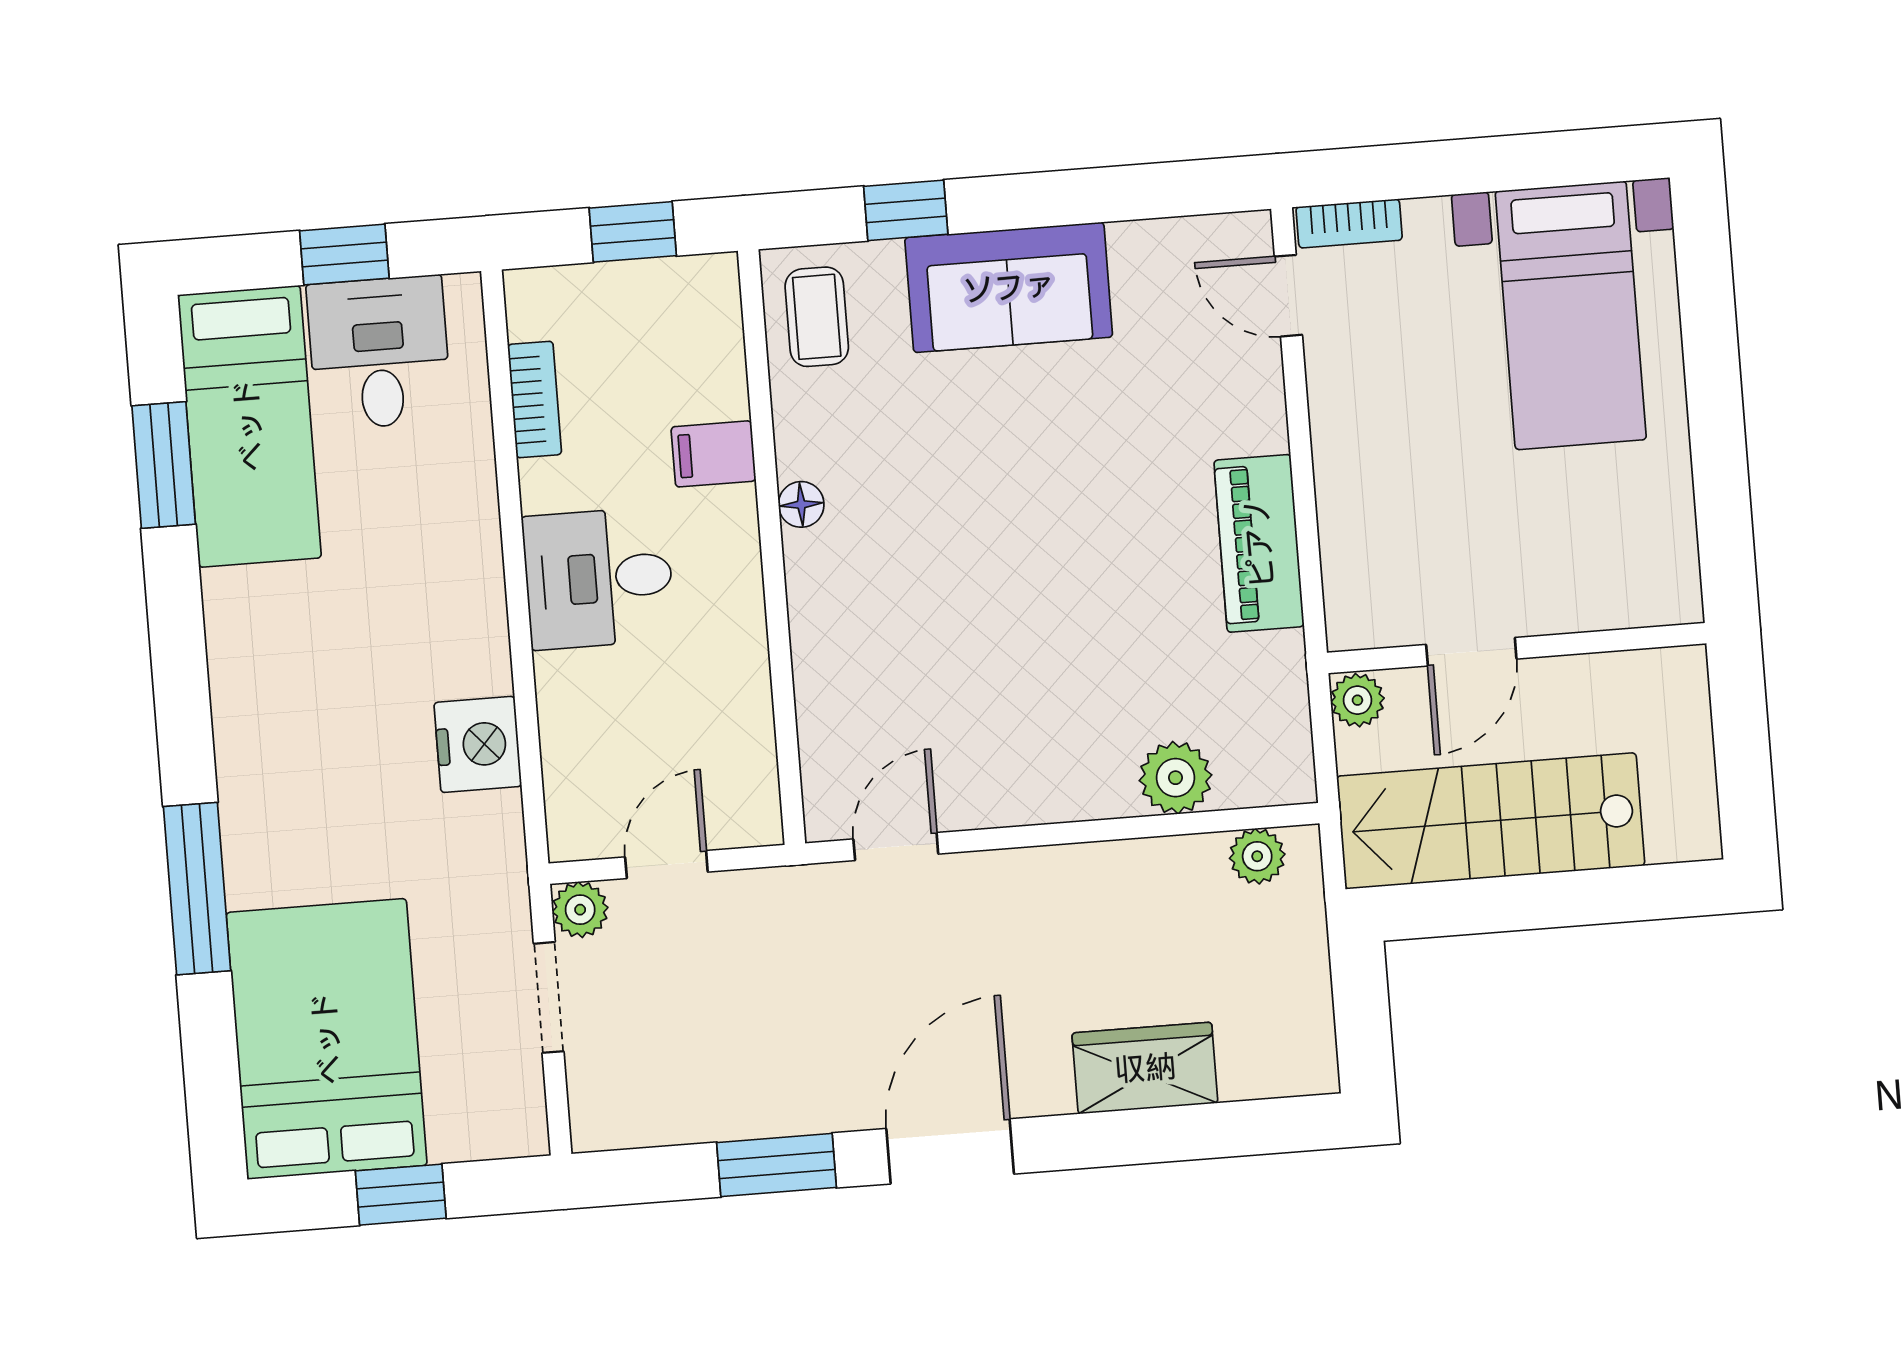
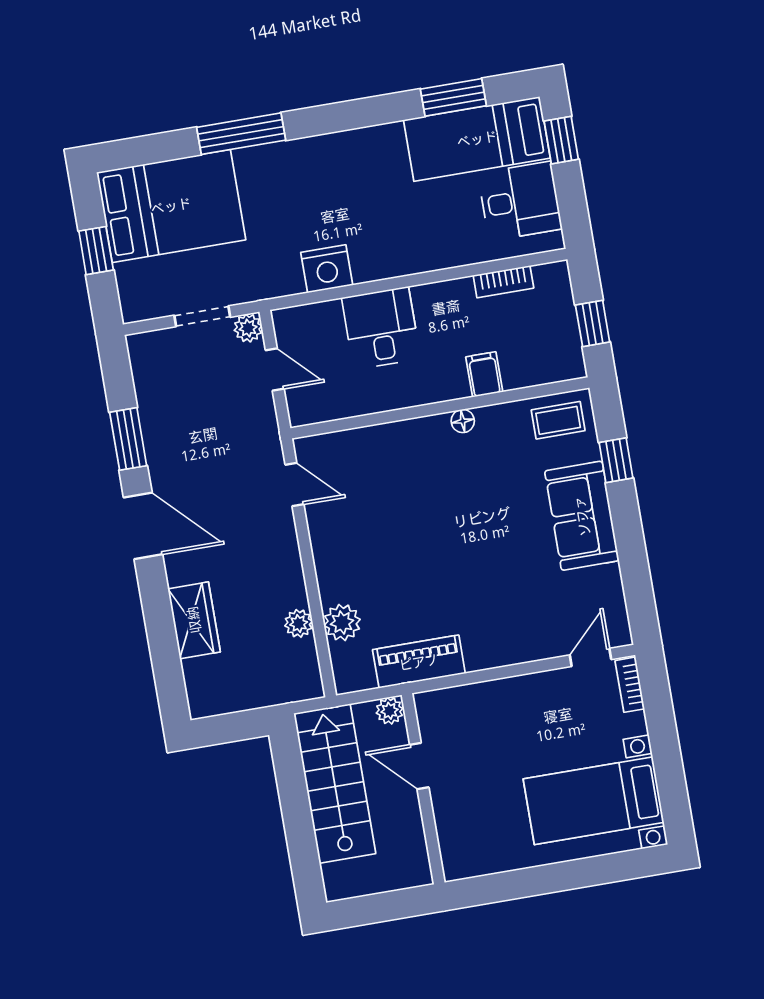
window: (344, 255) -> (561, 140), moved
piano: (1259, 543) -> (419, 662), moved
desk: (599, 578) -> (381, 328), moved
plant: (1257, 856) -> (299, 623), moved

